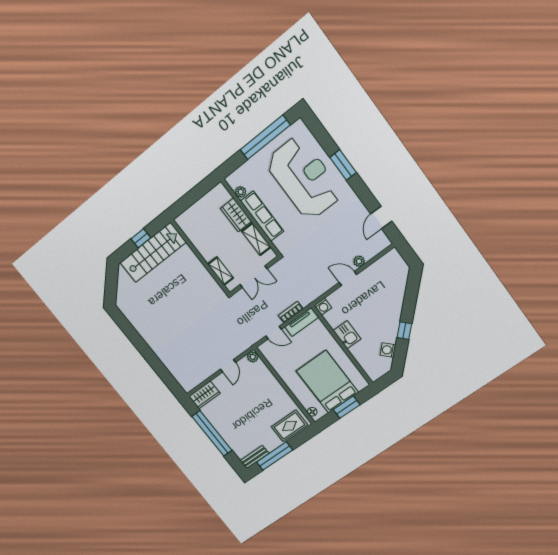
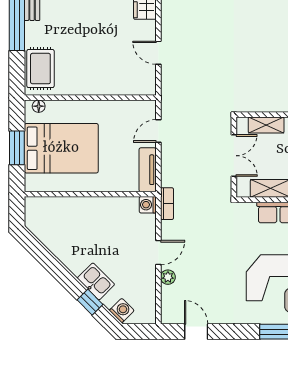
double door: (254, 277) -> (234, 156), swing flipped
bookcase: (291, 312) -> (167, 204), moved
window: (404, 331) -> (90, 302), moved
kitchen sink: (347, 335) -> (96, 281), moved, turned -135
washing machine: (388, 350) -> (122, 311), moved
plant: (253, 357) -> (148, 88), removed

